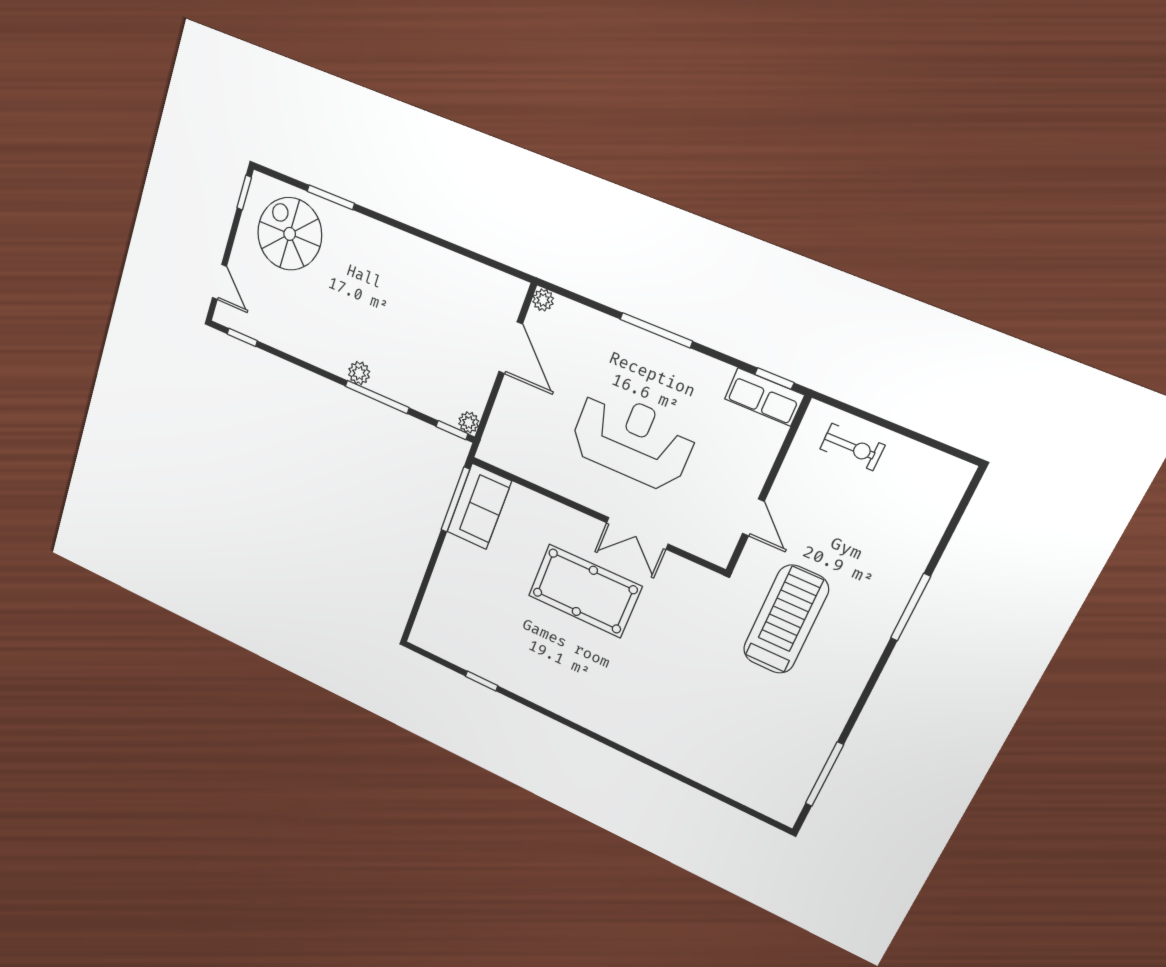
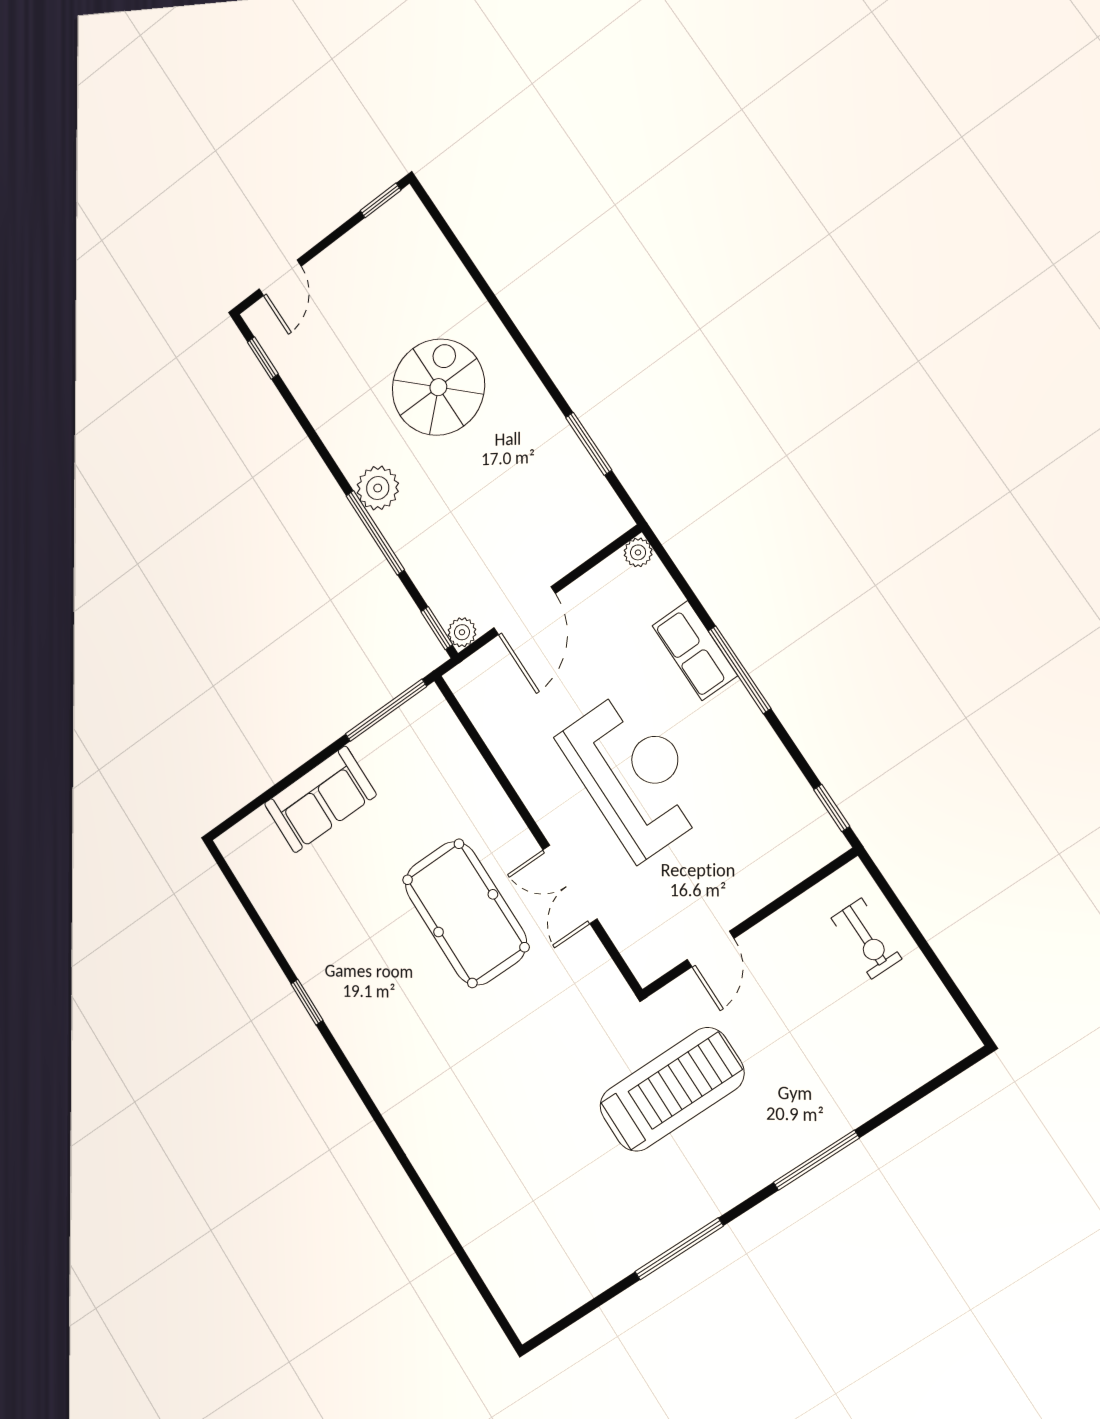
window: (331, 197) -> (589, 444), moved
spiral stairs: (290, 234) -> (438, 387), moved
door: (511, 348) -> (525, 611), moved
plant: (359, 373) -> (378, 488), width x1.38, depth x1.38
row of seats: (764, 397) -> (695, 651), moved
sofa: (479, 506) -> (320, 799), moved
window: (482, 681) -> (307, 1002), moved
window: (824, 774) -> (679, 1249), moved

